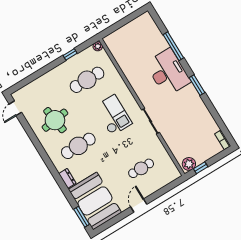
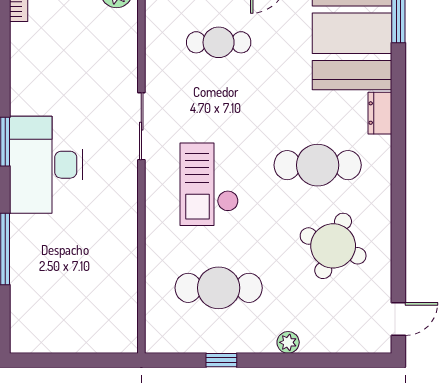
plant: (98, 46) -> (288, 342), moved
desk: (168, 72) -> (46, 165), moved
round table: (55, 120) -> (333, 246), turned 30

